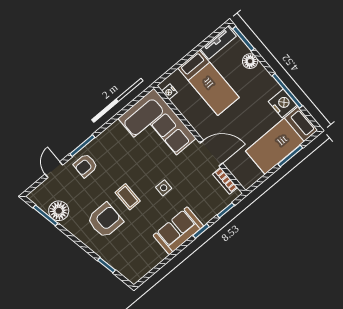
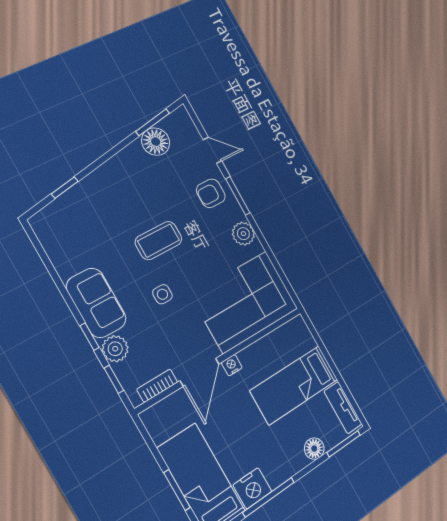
nightstand: (169, 92) -> (232, 365), moved
plant: (109, 137) -> (243, 234), added
armchair: (85, 166) -> (211, 193), turned -90
coffee table: (128, 197) -> (159, 241), width x1.36, depth x1.30
plant: (206, 213) -> (115, 349), added
armchair: (105, 220) -> (131, 201), removed

